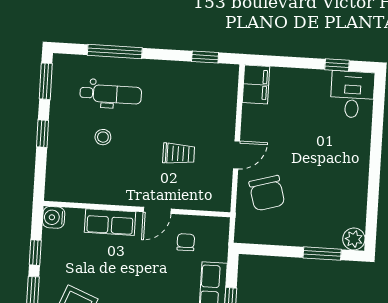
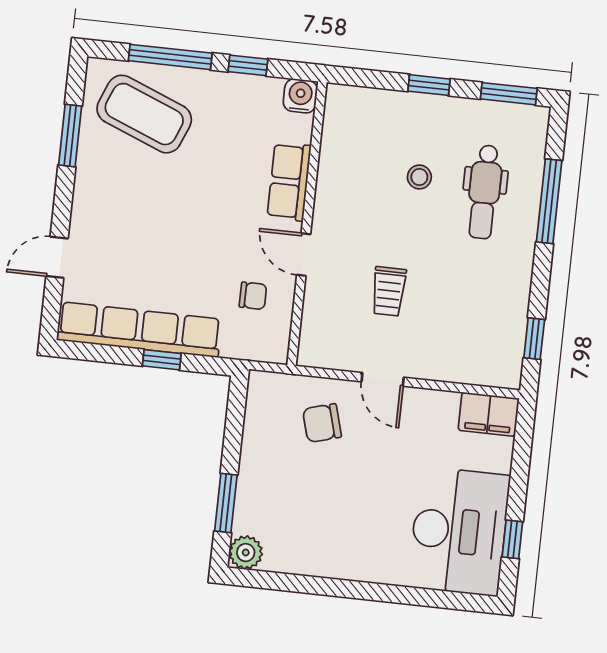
desk: (352, 94) -> (459, 531), width x1.87, depth x1.30
chair: (267, 193) -> (322, 423), width x0.73, depth x0.73

